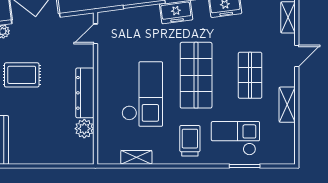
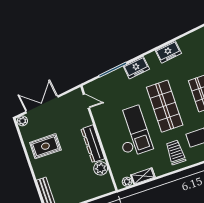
door: (95, 34) -> (86, 101), swing flipped
plant: (113, 158) -> (127, 182), added

